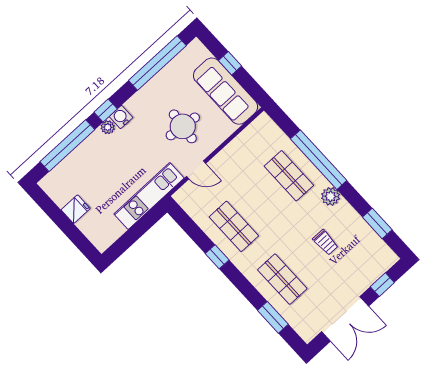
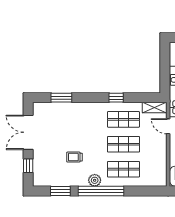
window: (319, 160) -> (101, 191), moved
door: (196, 170) -> (168, 126), hinge flipped
shelving: (189, 204) -> (154, 107), added
shop shelf: (282, 279) -> (123, 144), moved

